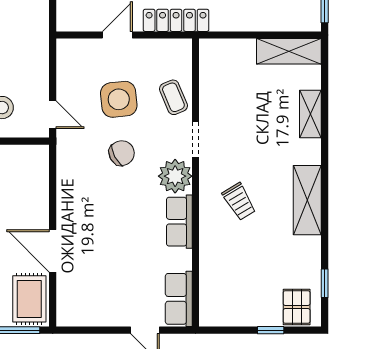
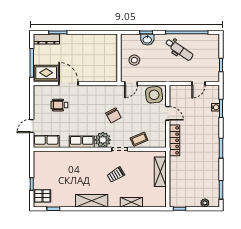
shelving: (289, 51) -> (160, 172), moved
side table: (119, 99) -> (154, 95), moved
trolley: (239, 202) -> (116, 175), moved
door: (53, 251) -> (68, 83), hinge flipped
wheelchair: (99, 270) -> (59, 105), added

